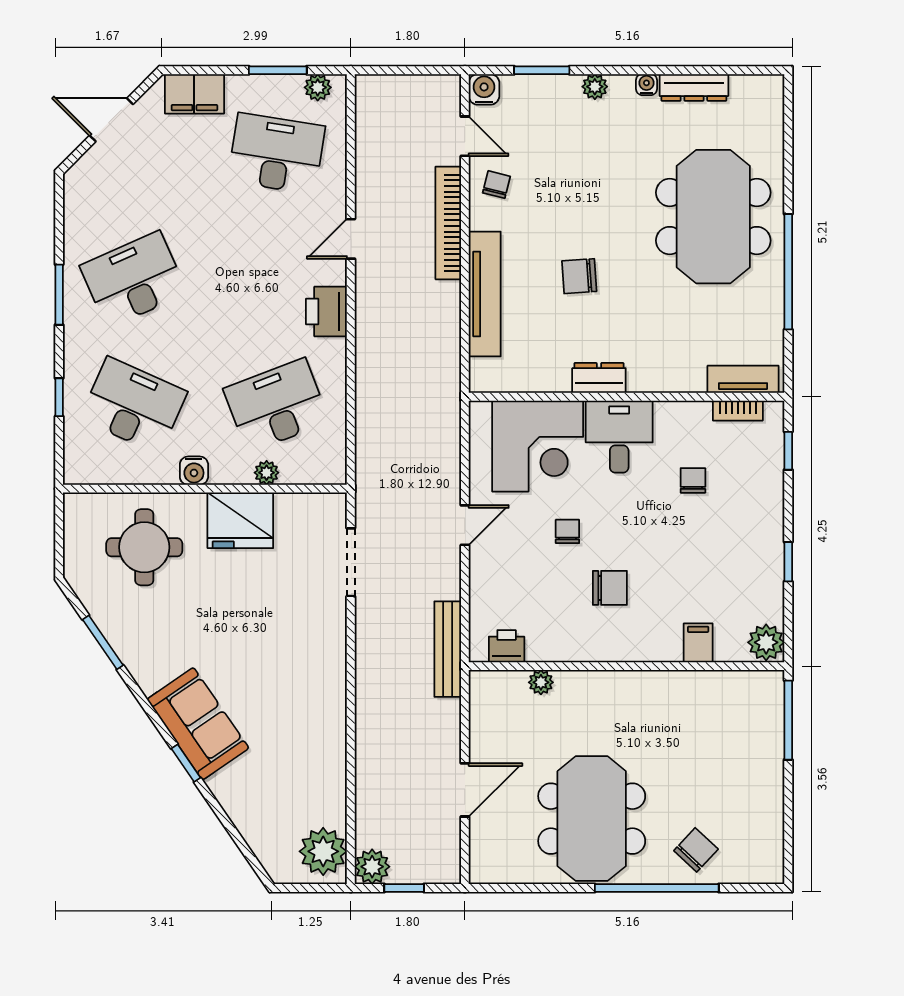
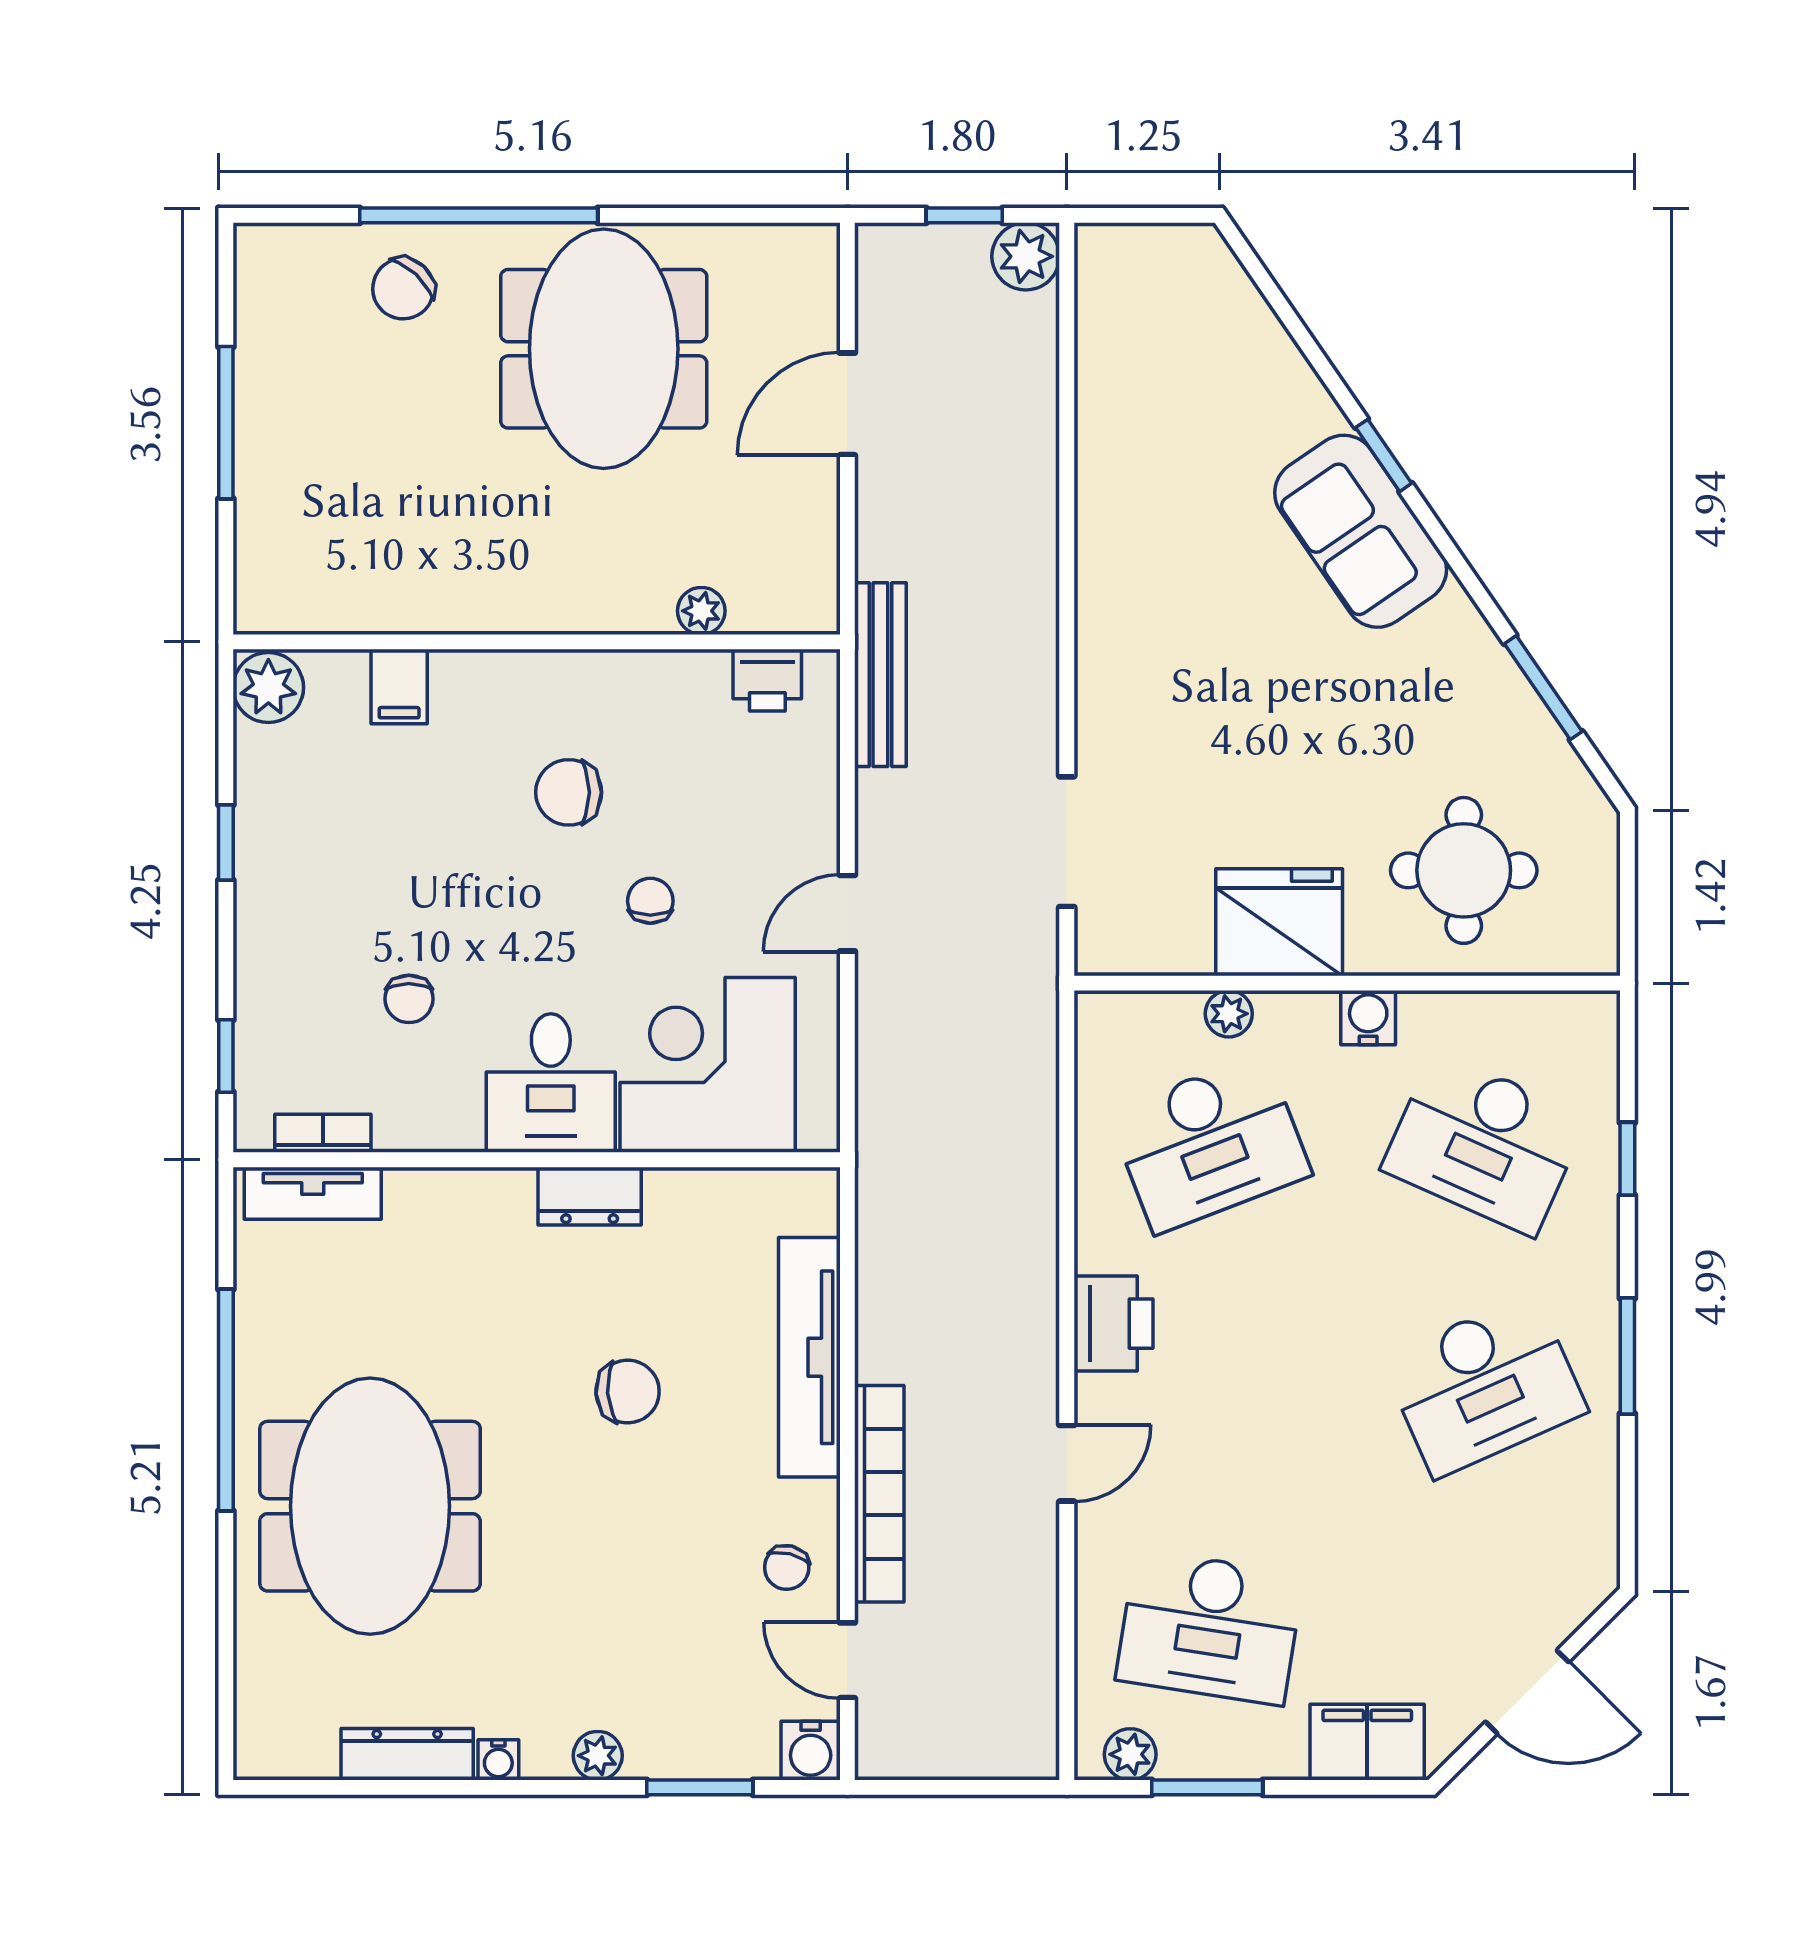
chair: (567, 531) -> (650, 901), turned 180
window: (788, 720) -> (226, 423), moved
plant: (323, 851) -> (1120, 286), removed

